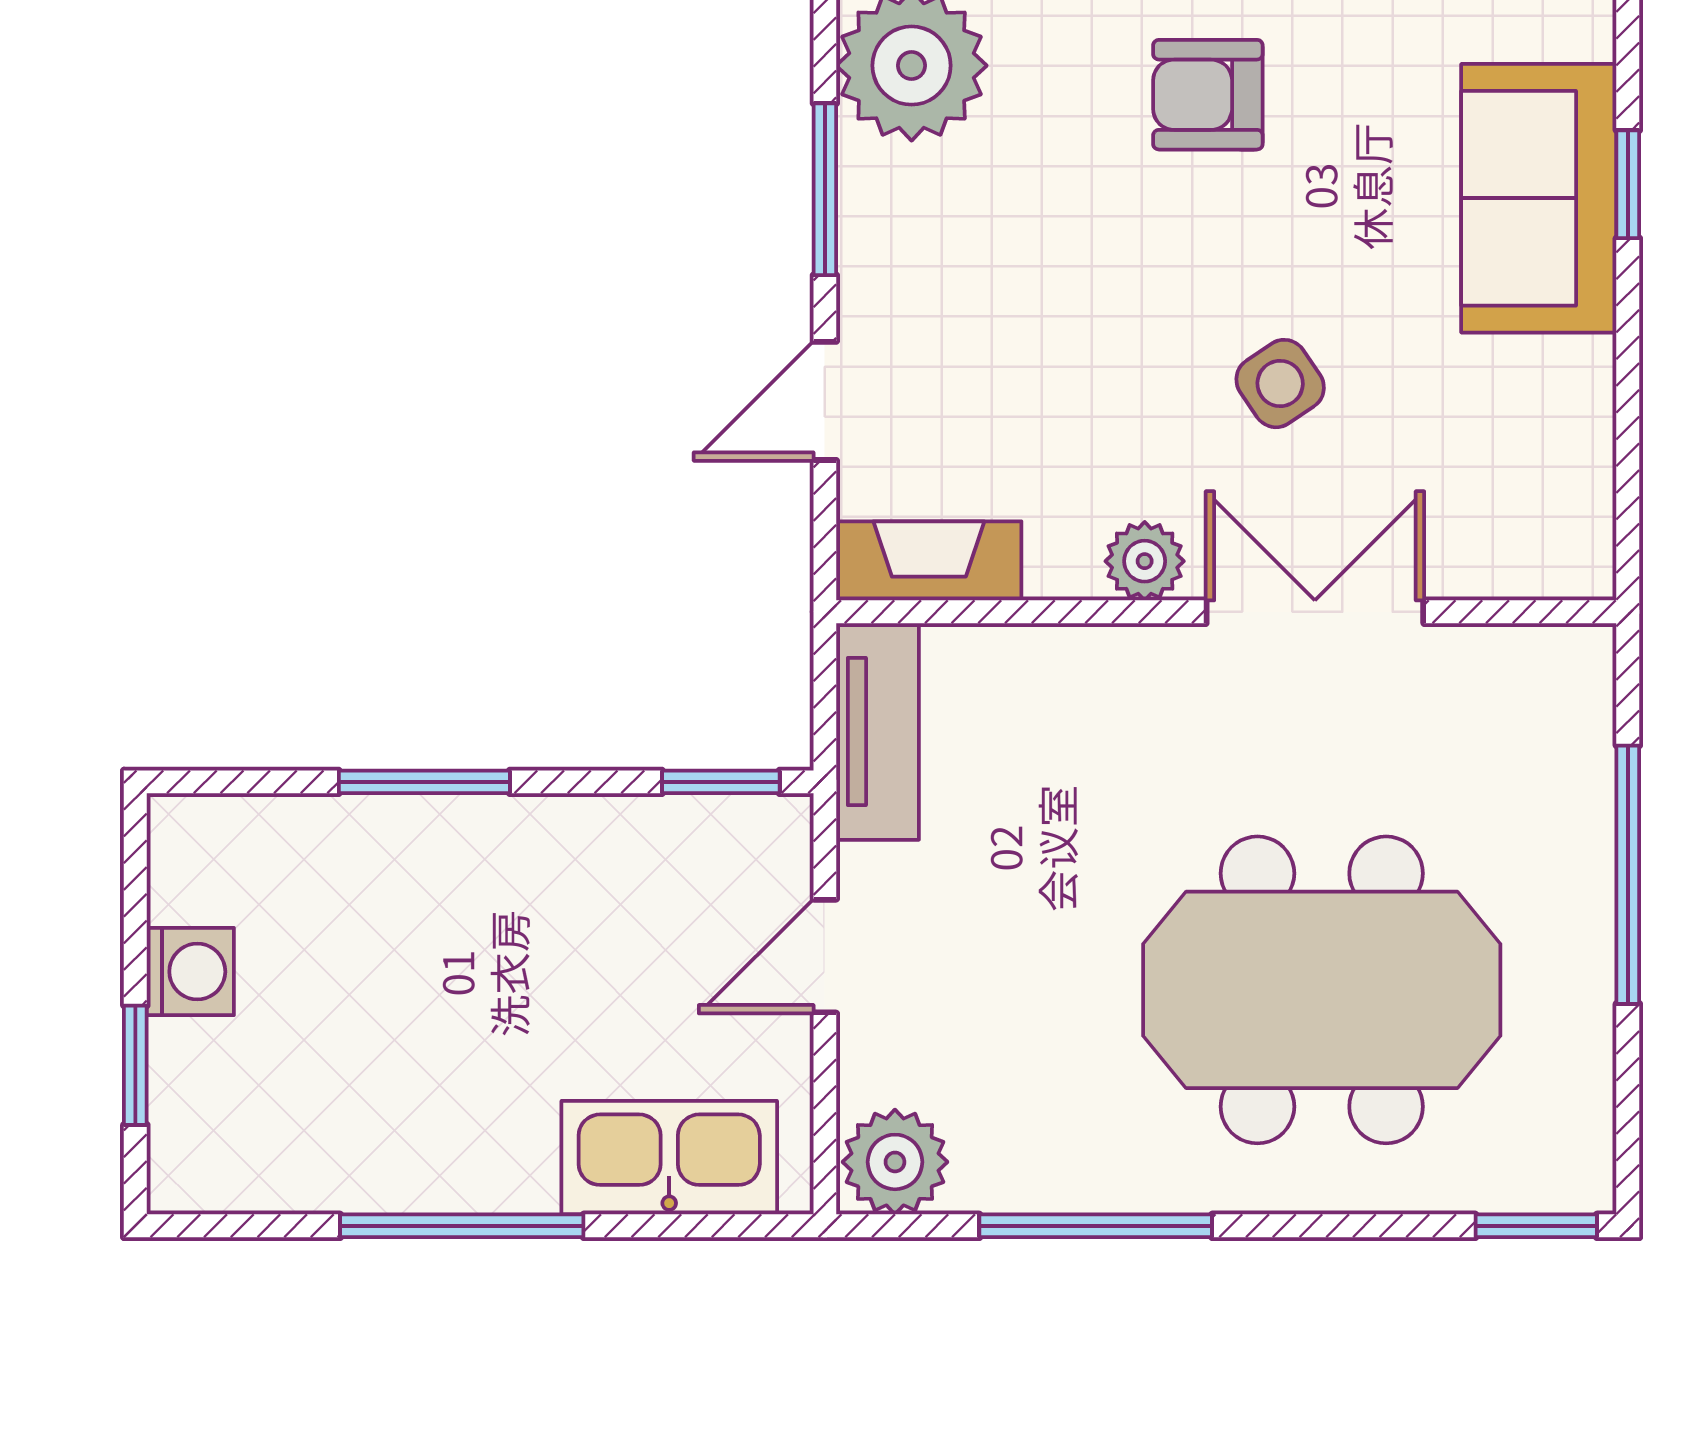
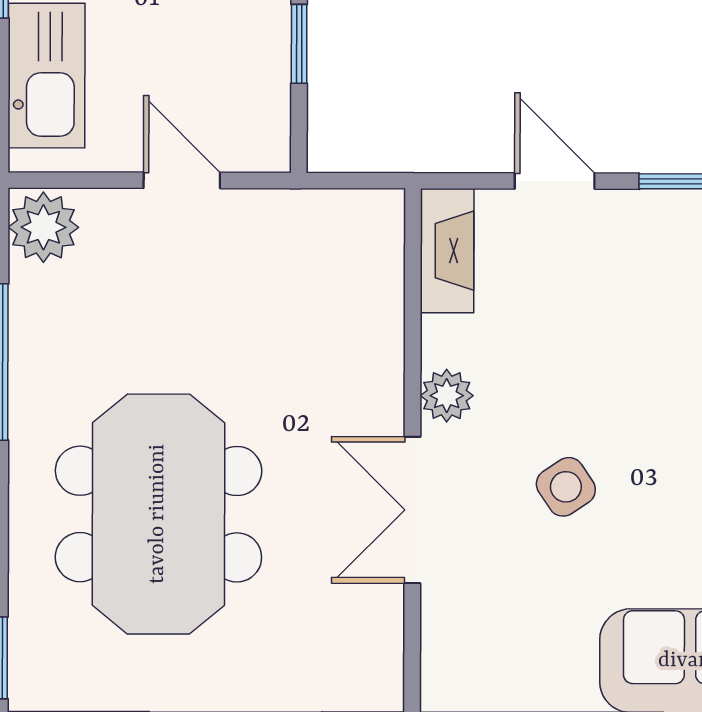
double door: (1315, 612) -> (412, 510), swing flipped
tv unit: (878, 731) -> (333, 216), removed
window: (721, 782) -> (299, 44), moved

